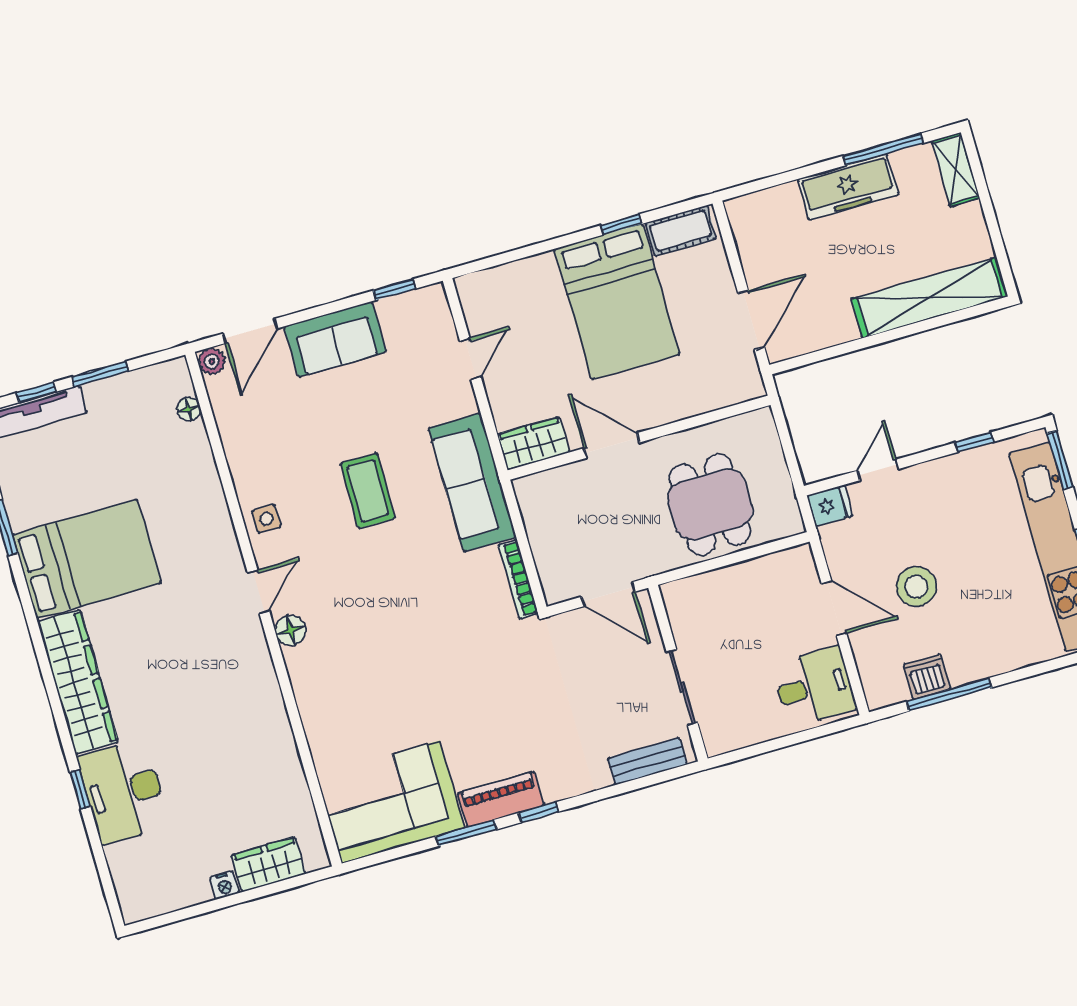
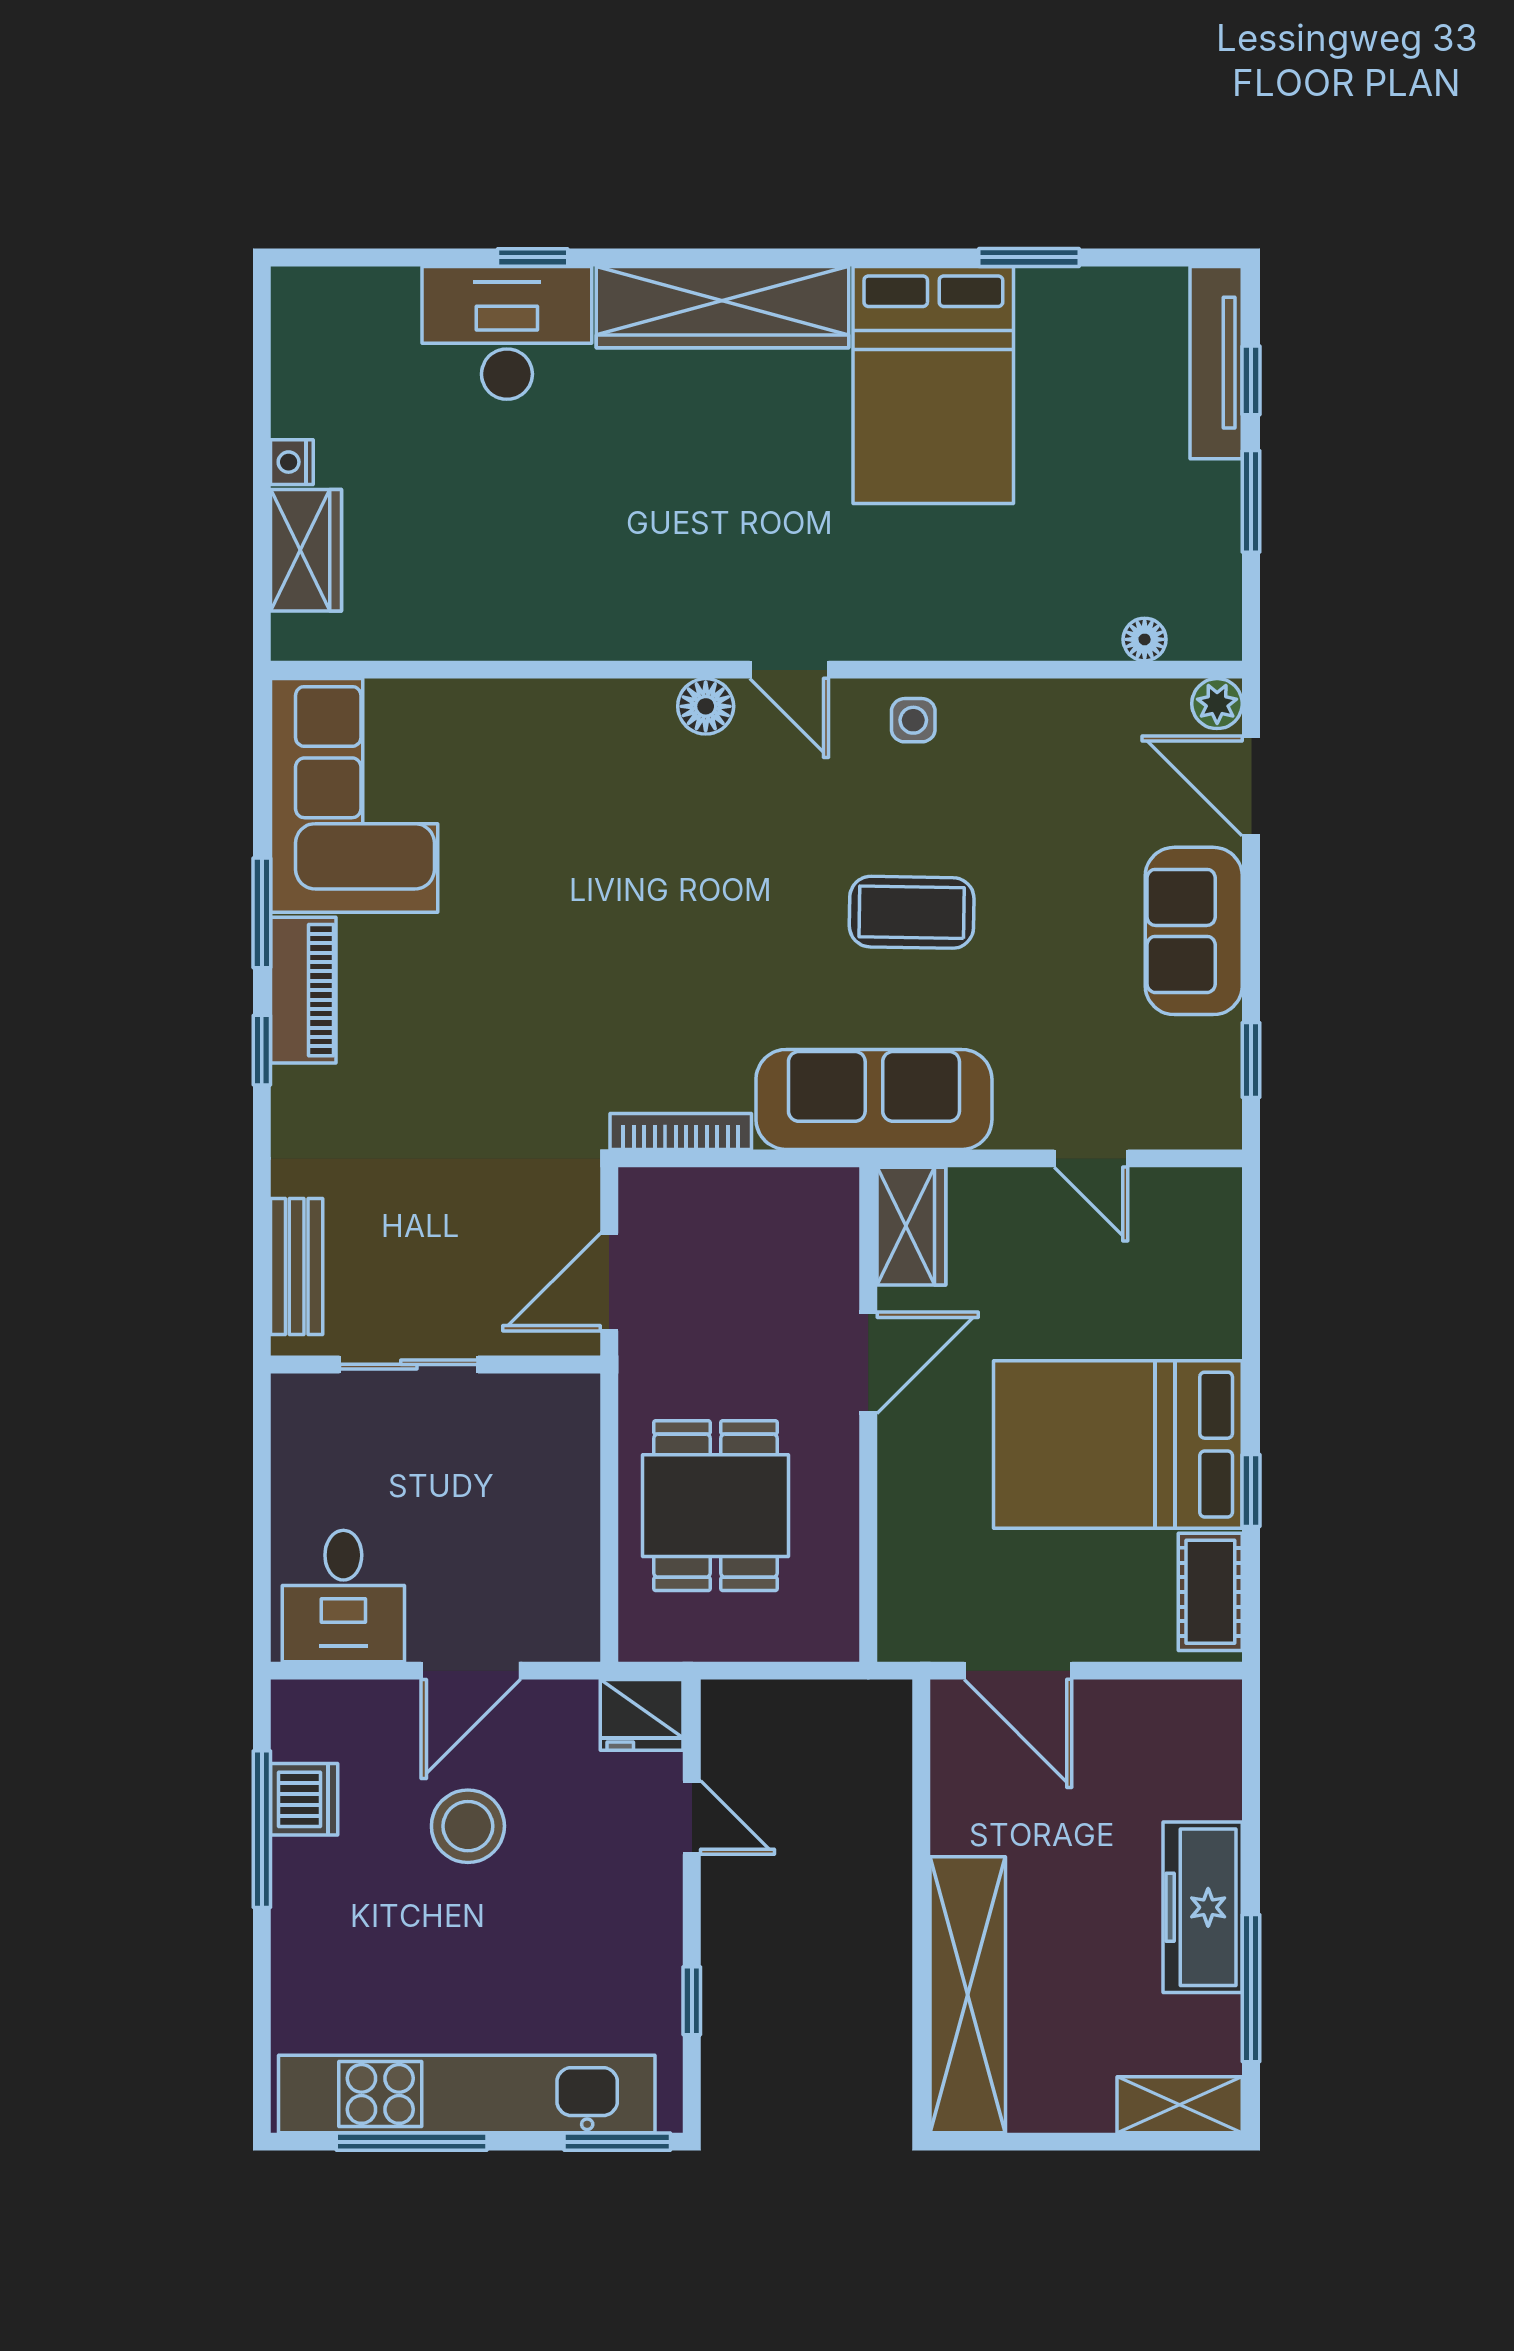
dining table: (710, 504) -> (715, 1506), turned 90
fridge: (830, 506) -> (642, 1715), width x1.38

